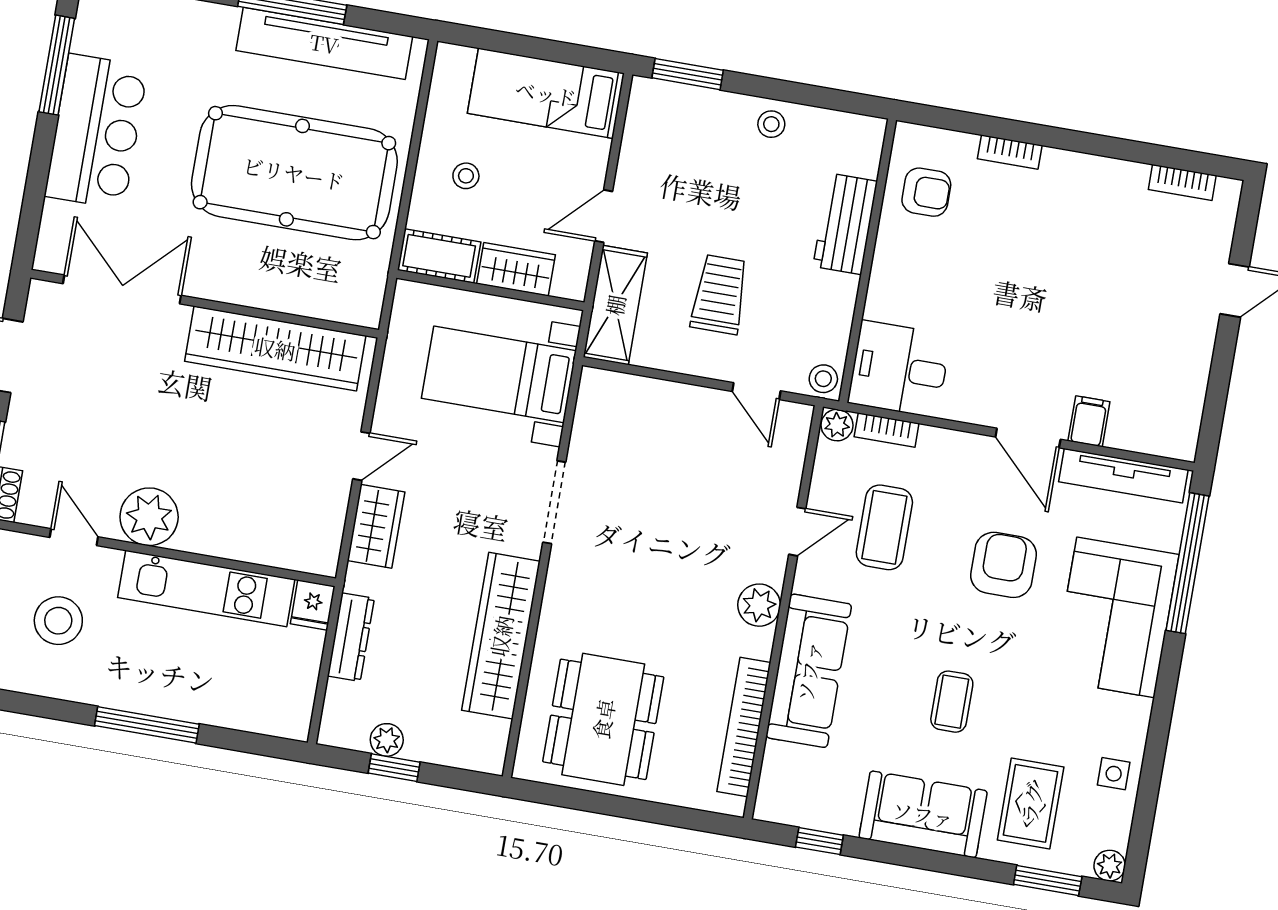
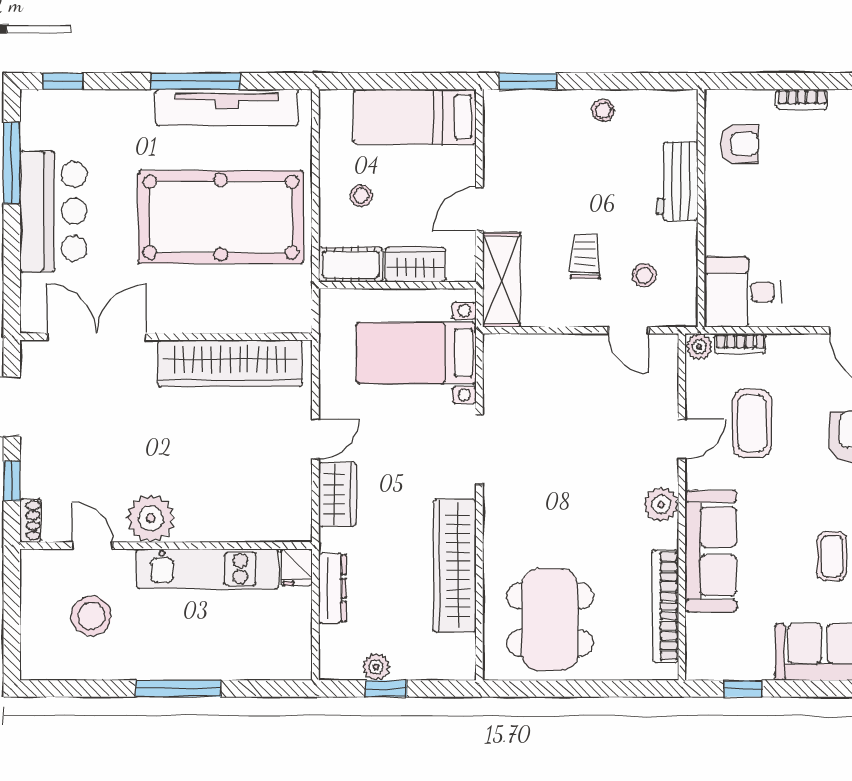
trolley: (720, 294) -> (585, 257), width x0.73, depth x0.72
stool: (823, 379) -> (644, 275), moved

